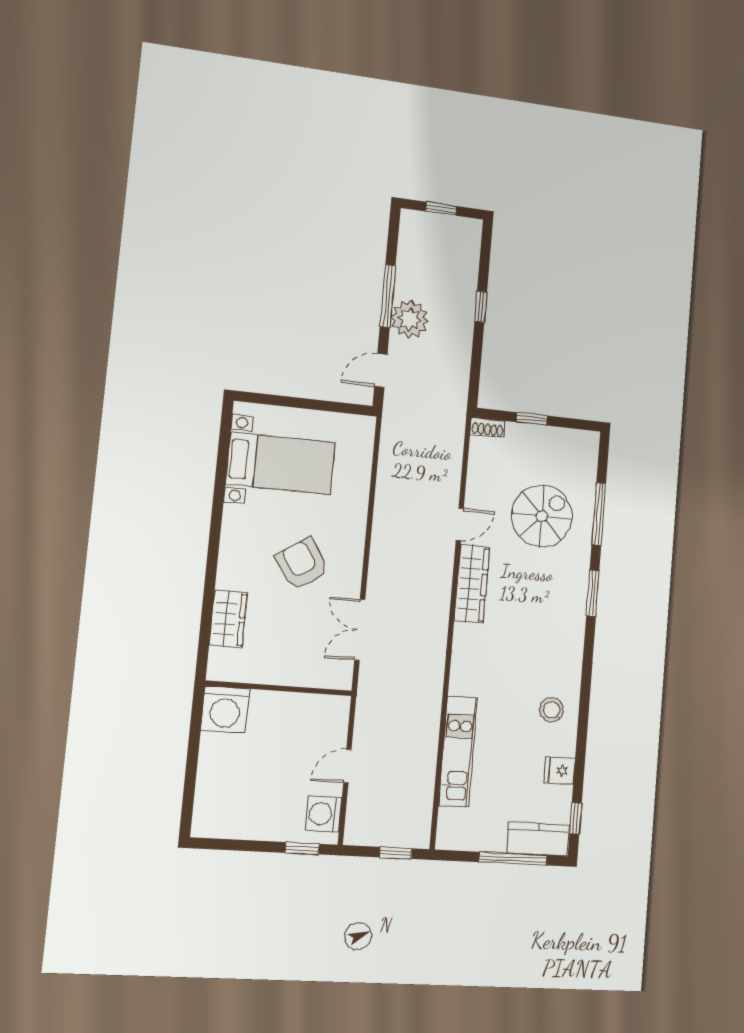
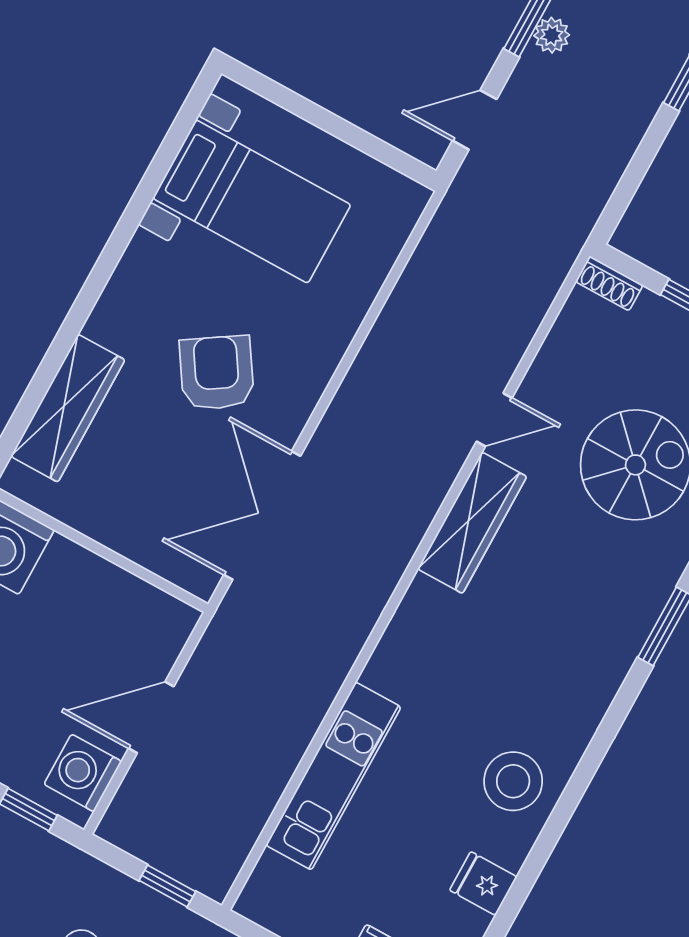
plant: (410, 319) -> (552, 35), width x0.53, depth x0.53
wardrobe: (228, 619) -> (68, 408), width x1.50
double door: (360, 630) -> (262, 515), width x1.37
stool: (552, 710) -> (513, 781), width x1.38, depth x1.38
door: (347, 766) -> (151, 717), width x1.38

